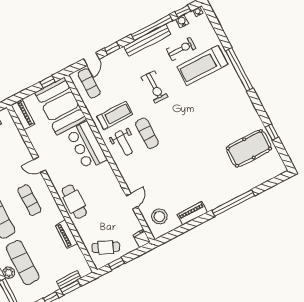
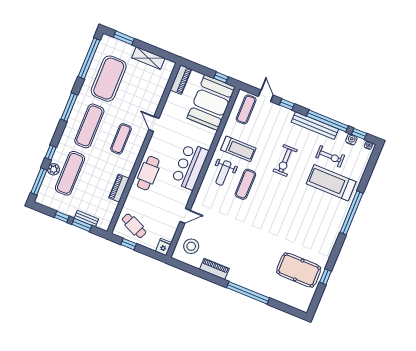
door: (91, 59) -> (266, 96), swing flipped
bar counter: (87, 146) -> (190, 166), moved

